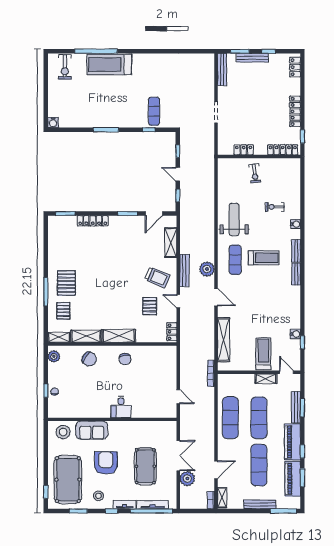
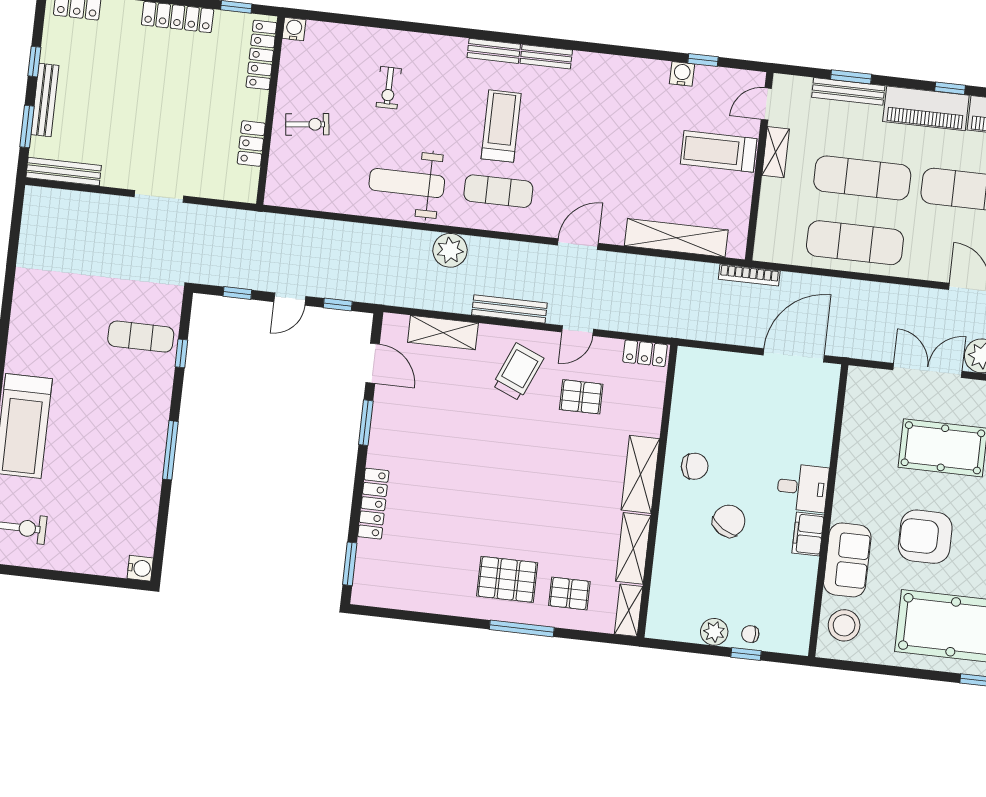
water cooler: (296, 224) -> (294, 29), moved
plant: (207, 269) -> (450, 250), moved
plant: (54, 356) -> (714, 632), moved
chair: (89, 359) -> (729, 521), moved
door: (178, 397) -> (794, 355), width x1.87
filing cabinet: (101, 412) -> (808, 534), added

